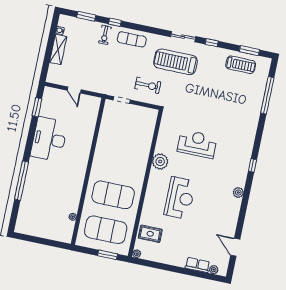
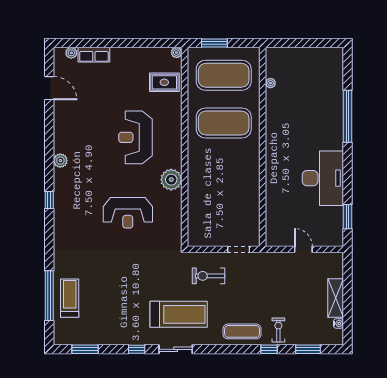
treadmill: (241, 65) -> (70, 298), moved, turned 90

